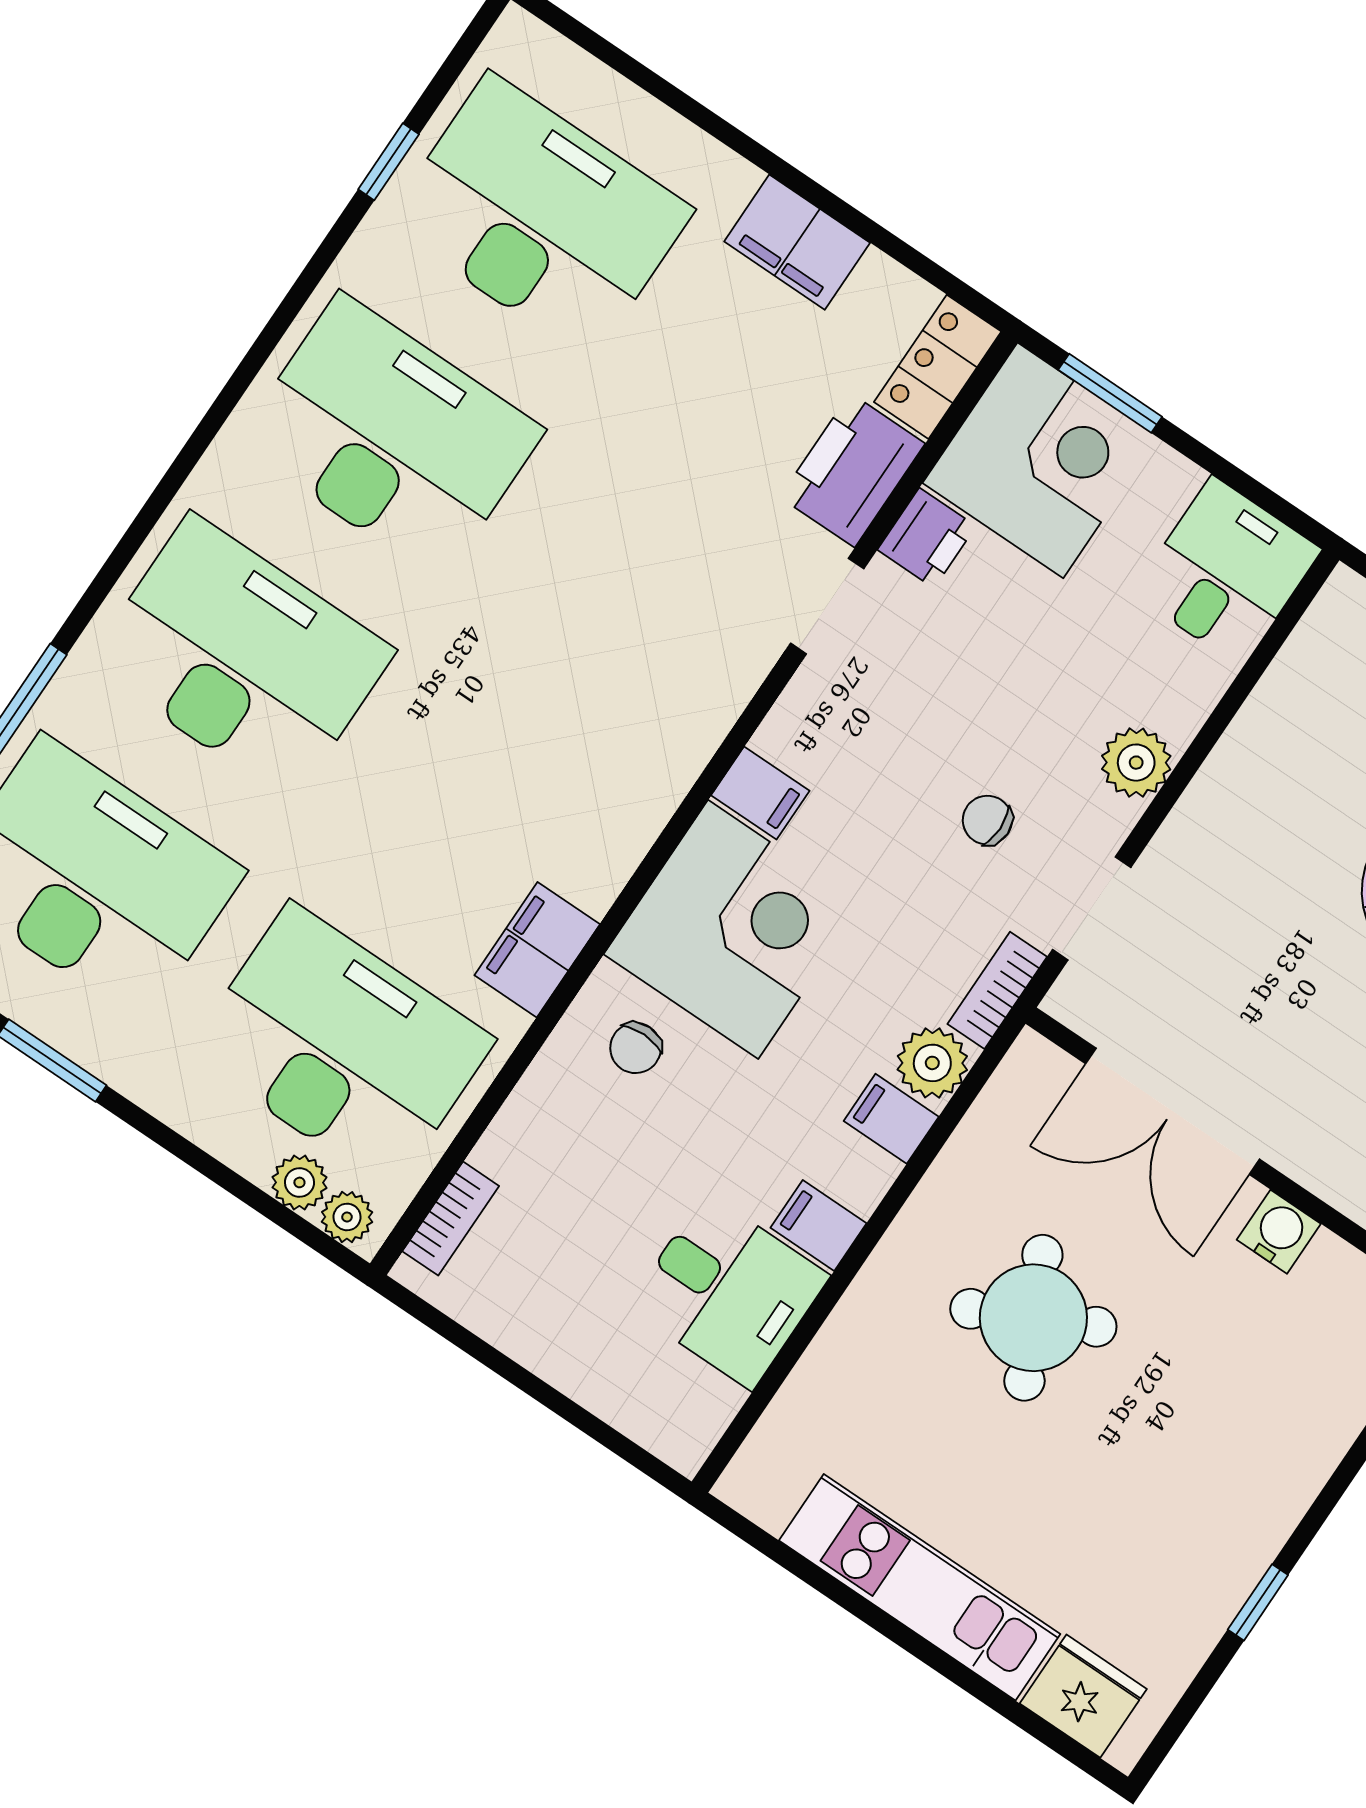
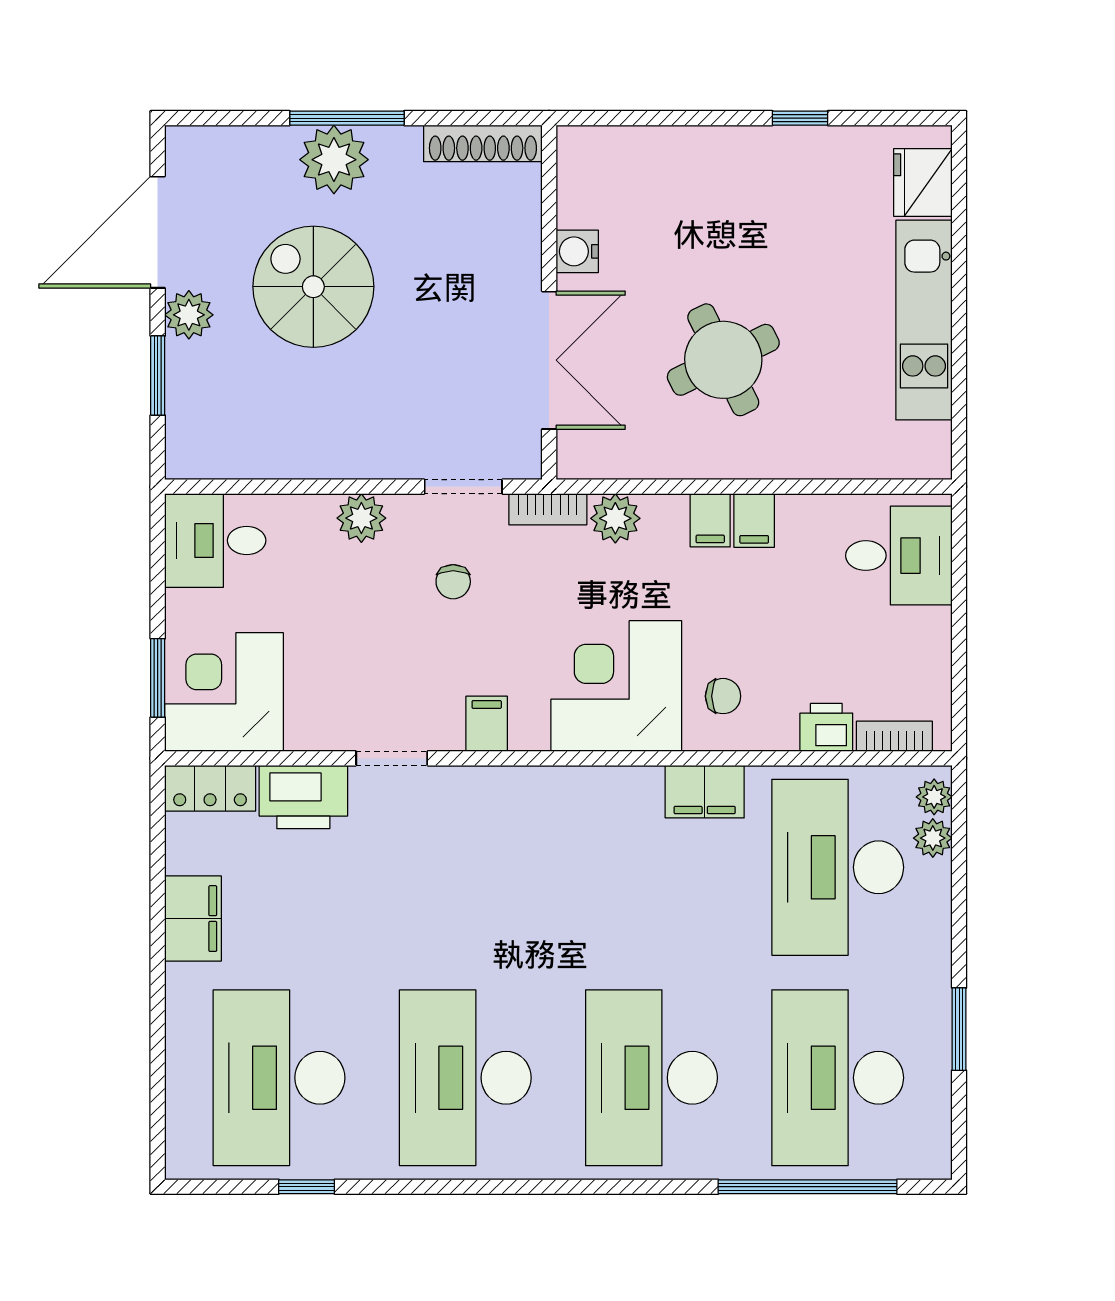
printer: (927, 538) -> (826, 727), moved
filing cabinet: (760, 793) -> (487, 724), moved
filing cabinet: (891, 1119) -> (710, 520), moved
desk: (729, 1291) -> (899, 556), moved, turned 90

